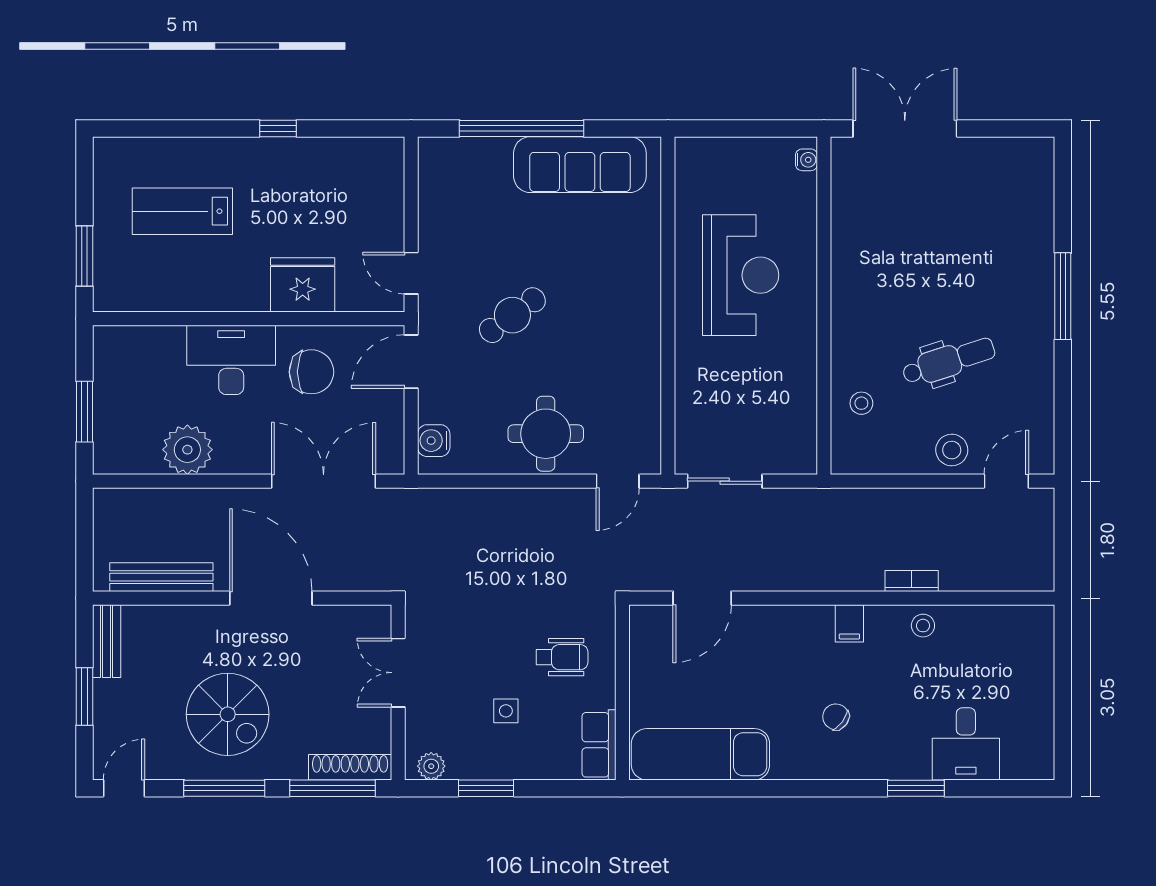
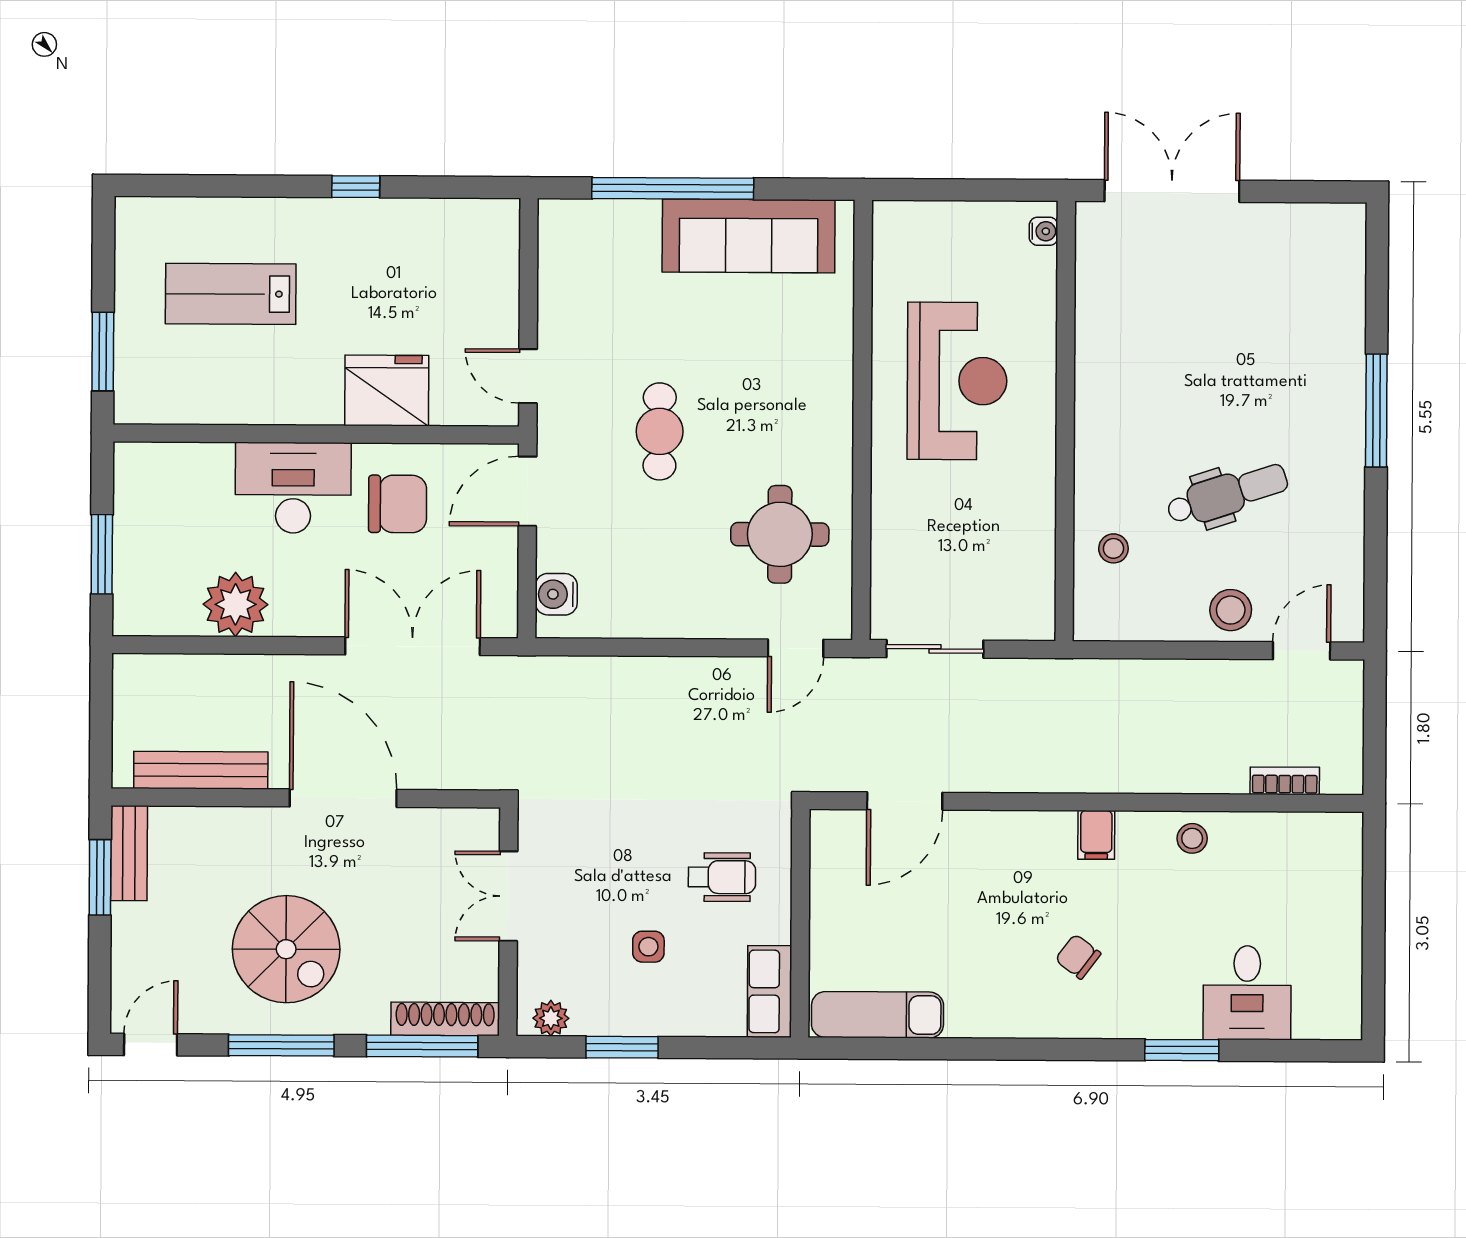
cafe table: (512, 315) -> (660, 431), turned -54
round table: (546, 434) -> (780, 534), moved
bookcase: (912, 581) -> (1285, 781), moved
window: (84, 696) -> (100, 877), moved
exam couch: (700, 754) -> (877, 1015), width x0.73, depth x0.69

